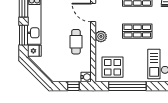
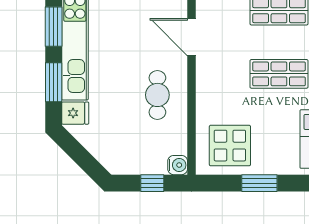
plant: (101, 36) -> (207, 85), removed
window: (127, 86) -> (259, 183), width x0.47

